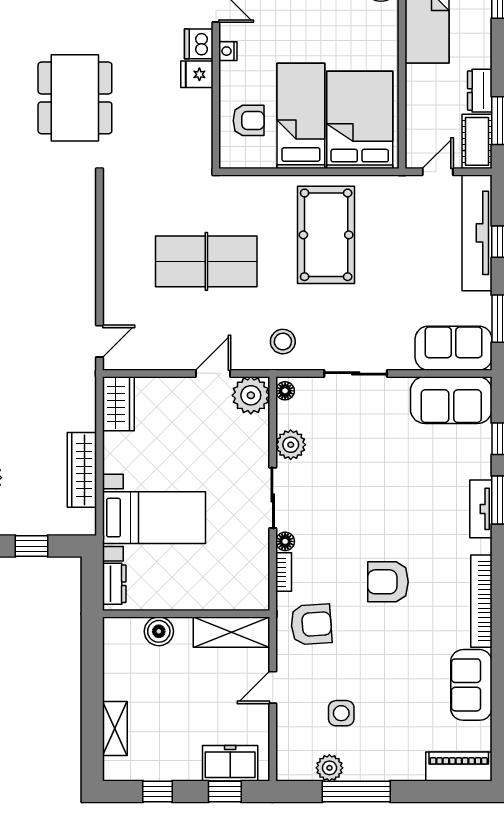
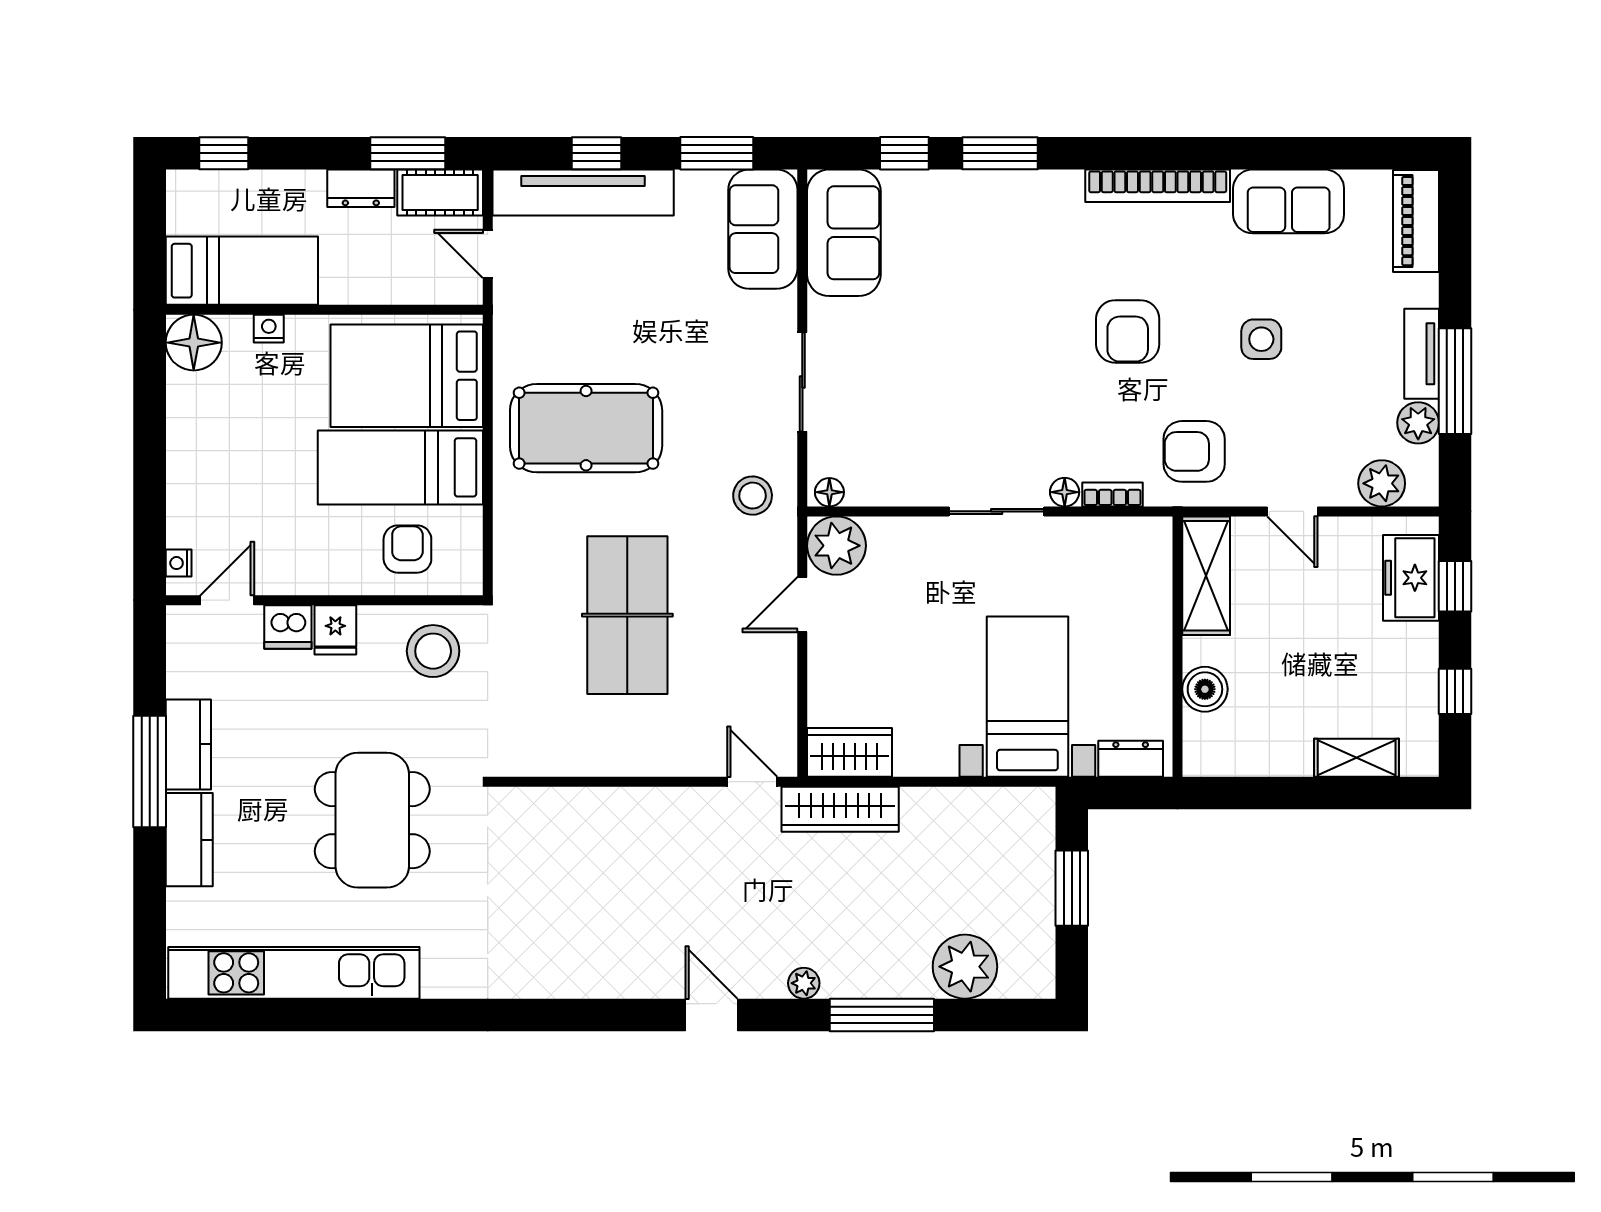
nightstand: (228, 51) -> (269, 329), moved, turned 180
dining table: (75, 98) -> (372, 820), turned 90
stool: (183, 137) -> (433, 651), added
door: (213, 373) -> (802, 605), hinge flipped
plant: (291, 445) -> (1382, 483), moved
wardrobe: (82, 470) -> (840, 809), moved
tv unit: (481, 509) -> (1422, 354), moved, turned 90
window: (31, 546) -> (1072, 888), width x1.50
armchair: (311, 624) -> (1194, 451), turned -86
side table: (341, 713) -> (1261, 339), moved

